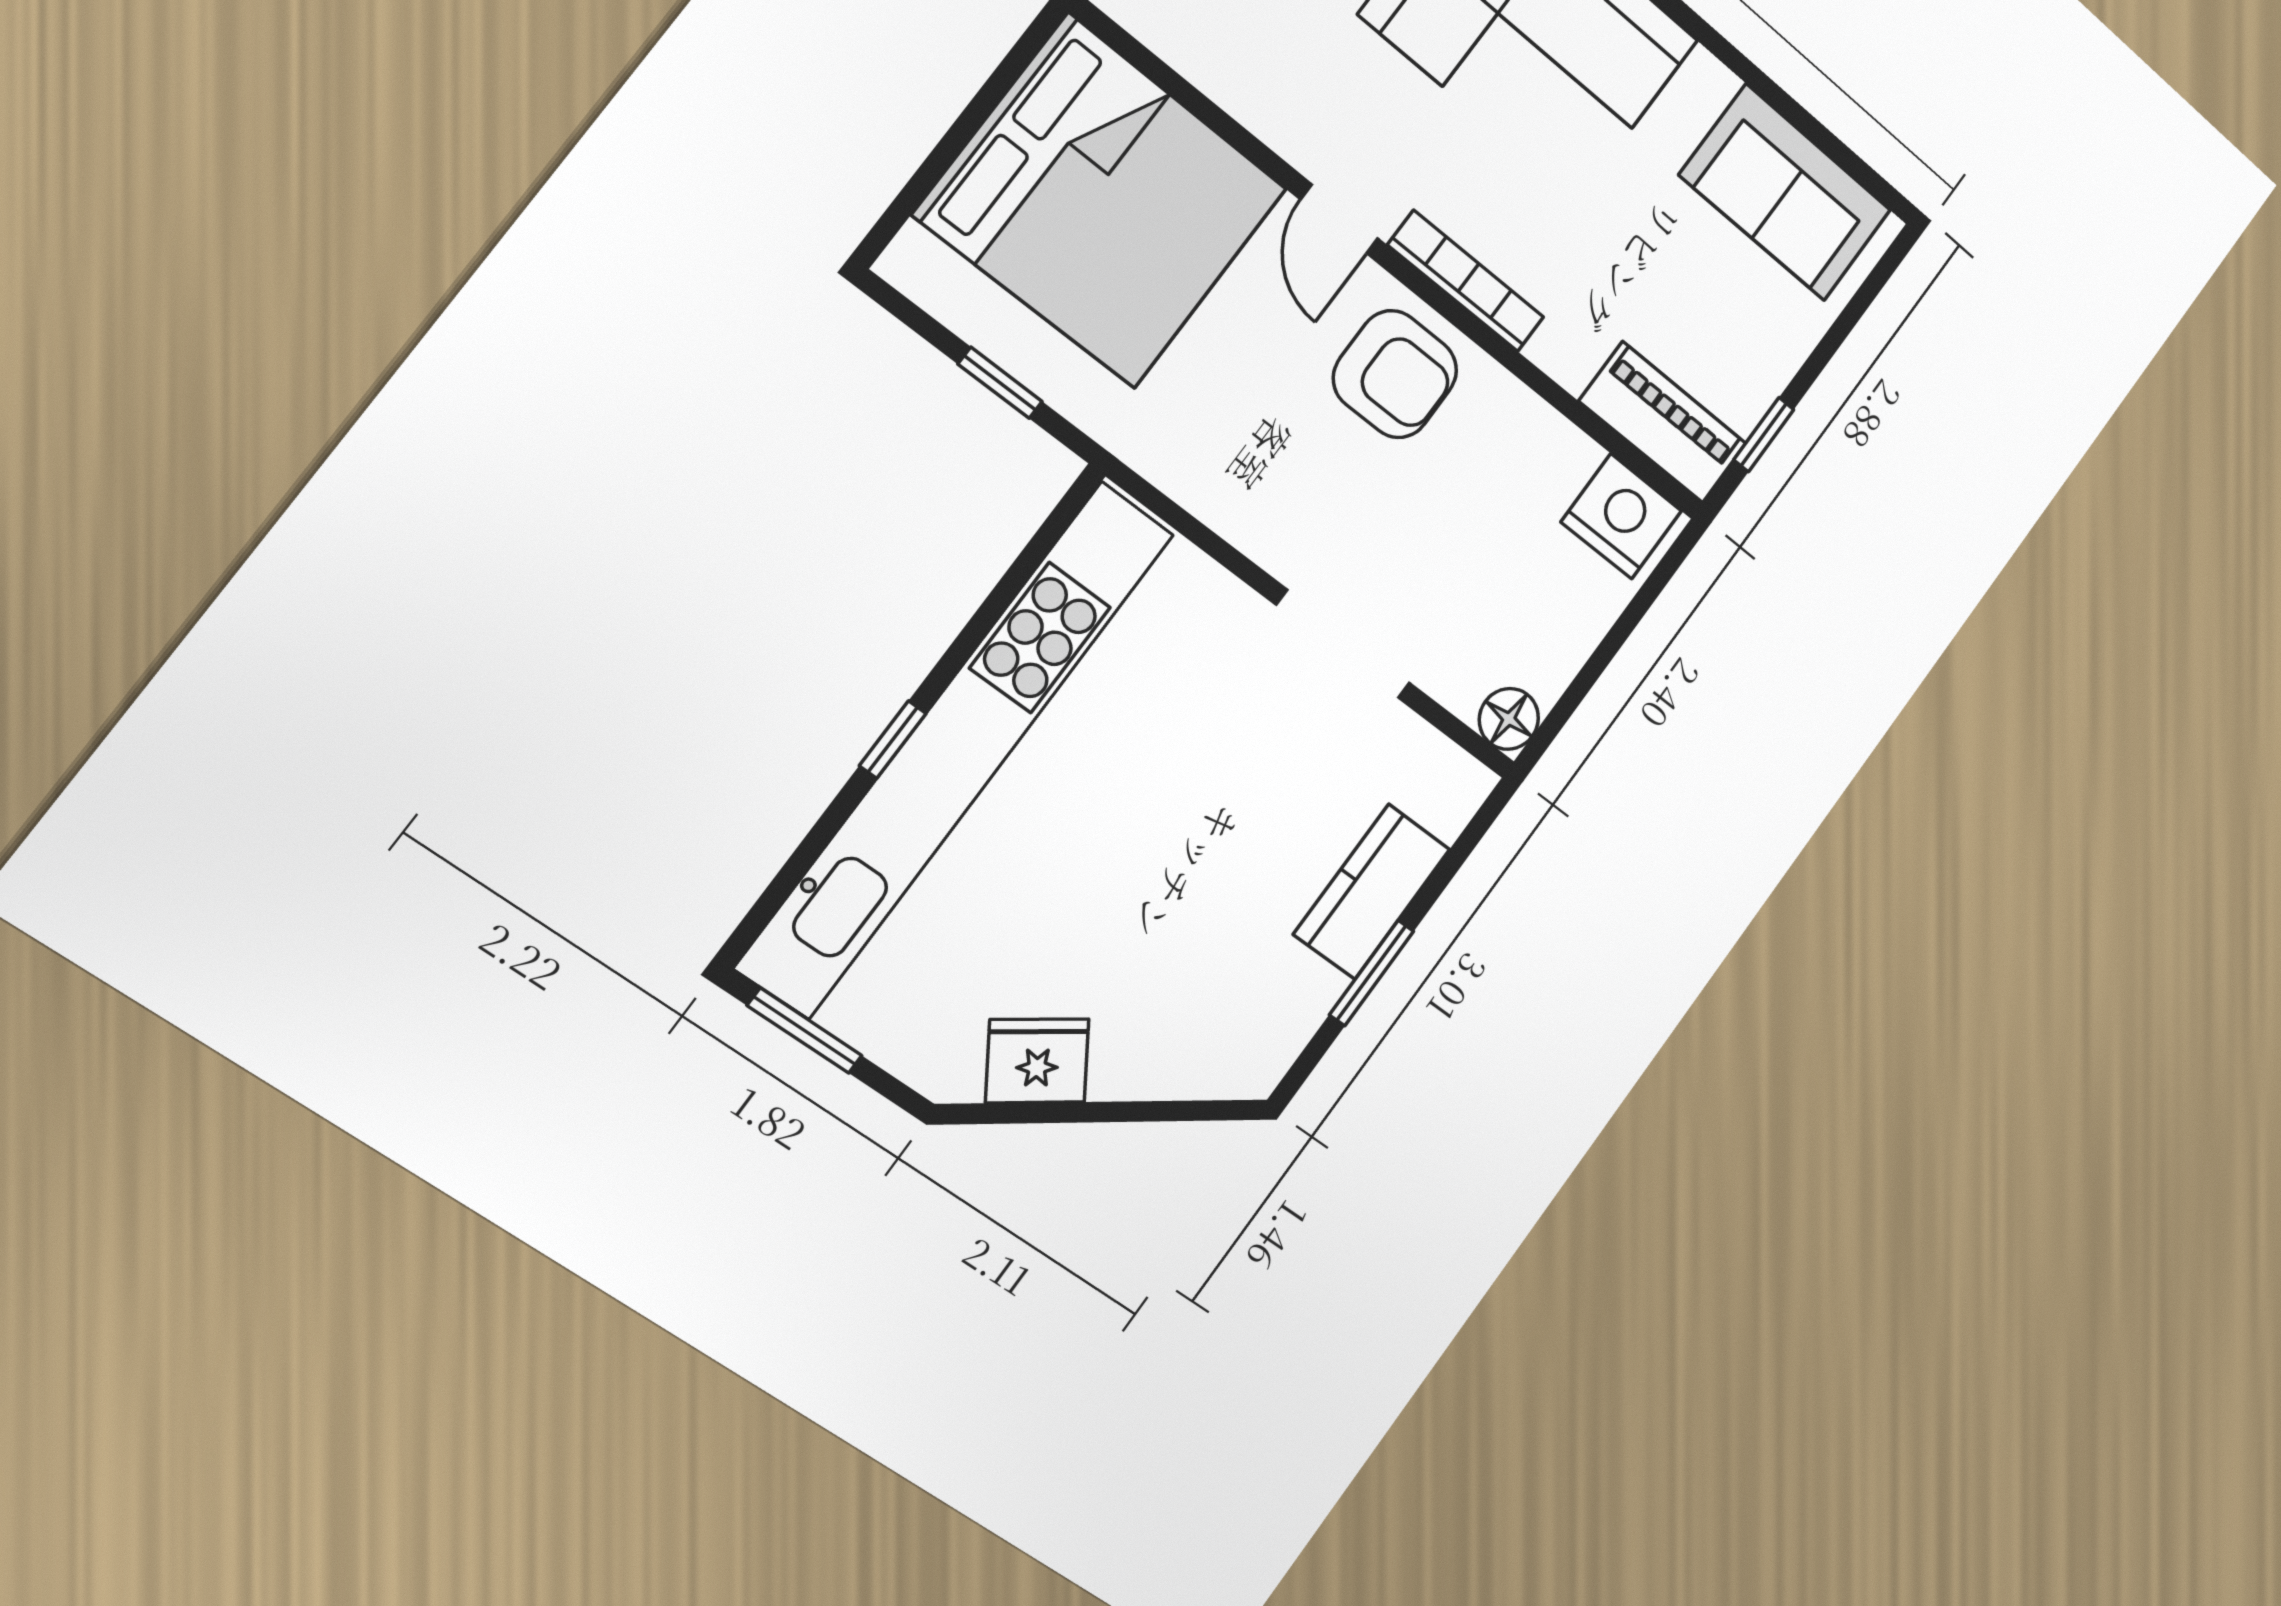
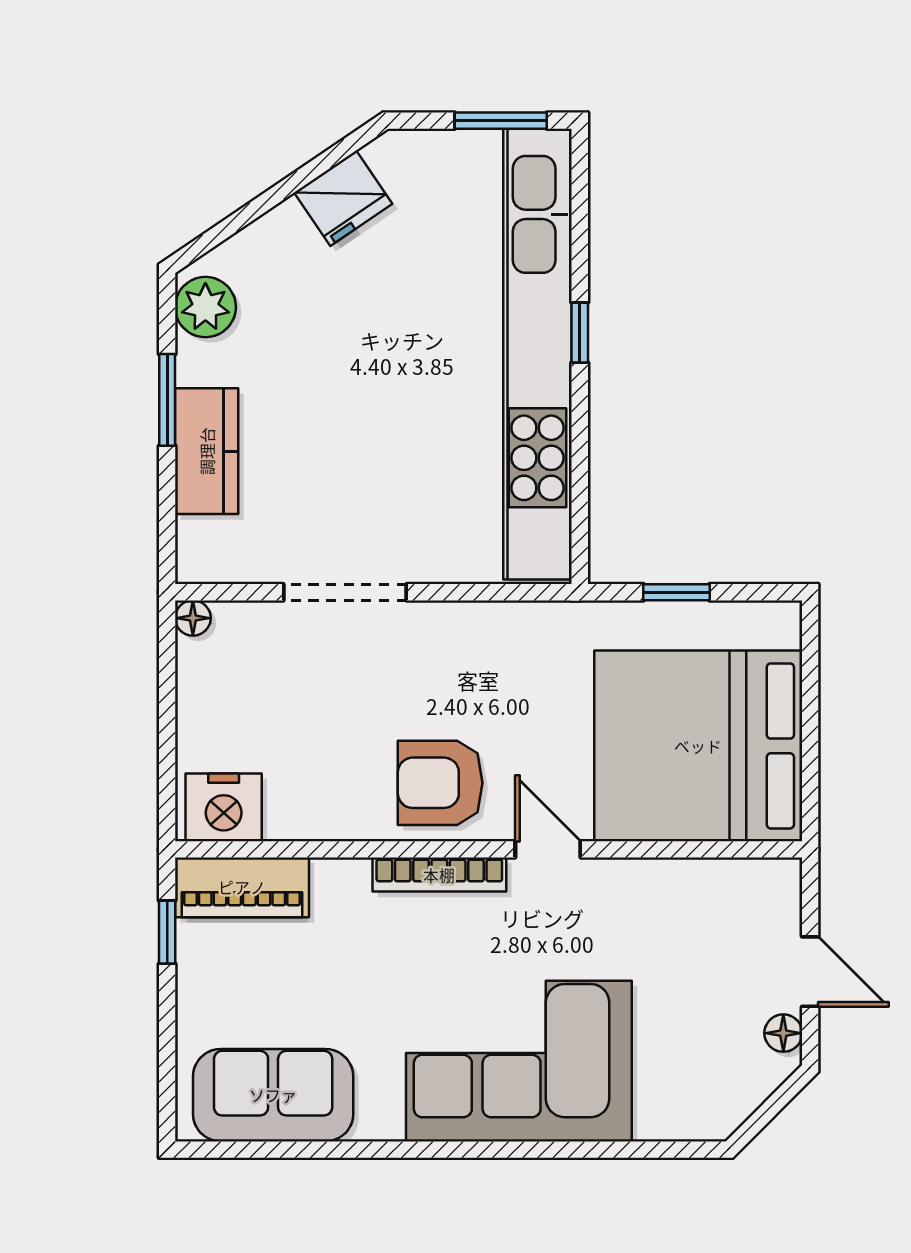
floor lamp: (1509, 719) -> (193, 618), width x0.73, depth x0.73
plant: (1263, 1043) -> (205, 307), added

